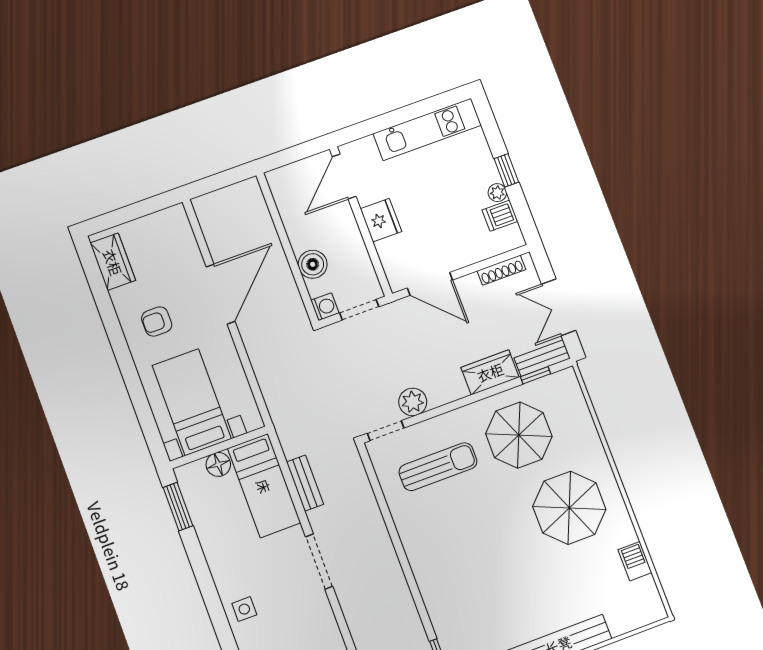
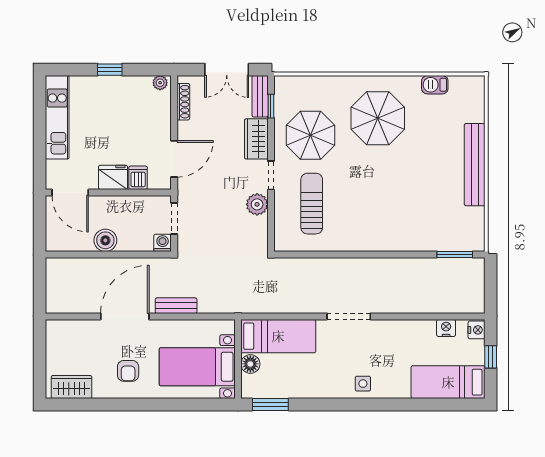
plant: (497, 193) -> (160, 83), moved
dishwasher: (500, 216) -> (138, 178), moved, turned 180
boiler: (313, 264) -> (105, 240), moved
door: (221, 294) -> (125, 316), hinge flipped
doorway: (386, 431) -> (271, 175), moved
bench: (305, 483) -> (176, 306), moved

